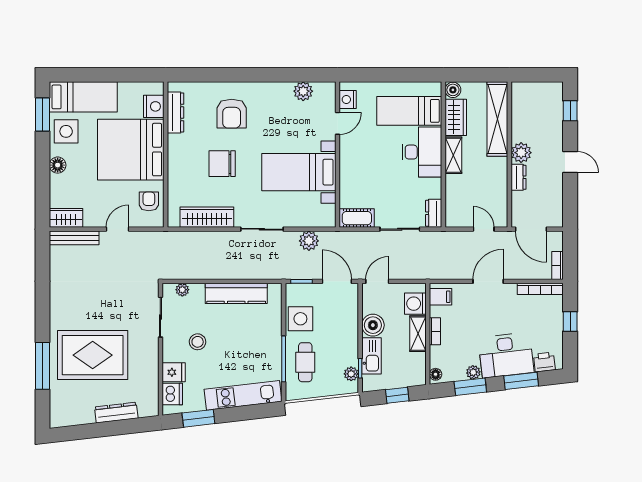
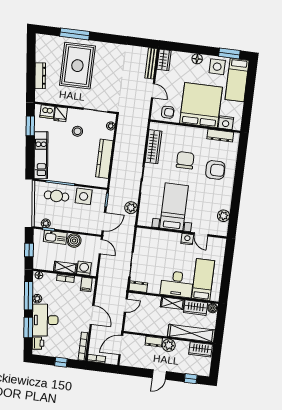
nightstand: (348, 99) -> (187, 239), moved
wardrobe: (521, 101) -> (201, 349), added
armchair: (232, 114) -> (215, 170), turned 180
cot: (357, 218) -> (141, 239), removed
door: (484, 229) -> (126, 306), moved
window: (470, 387) -> (29, 296), width x1.44

